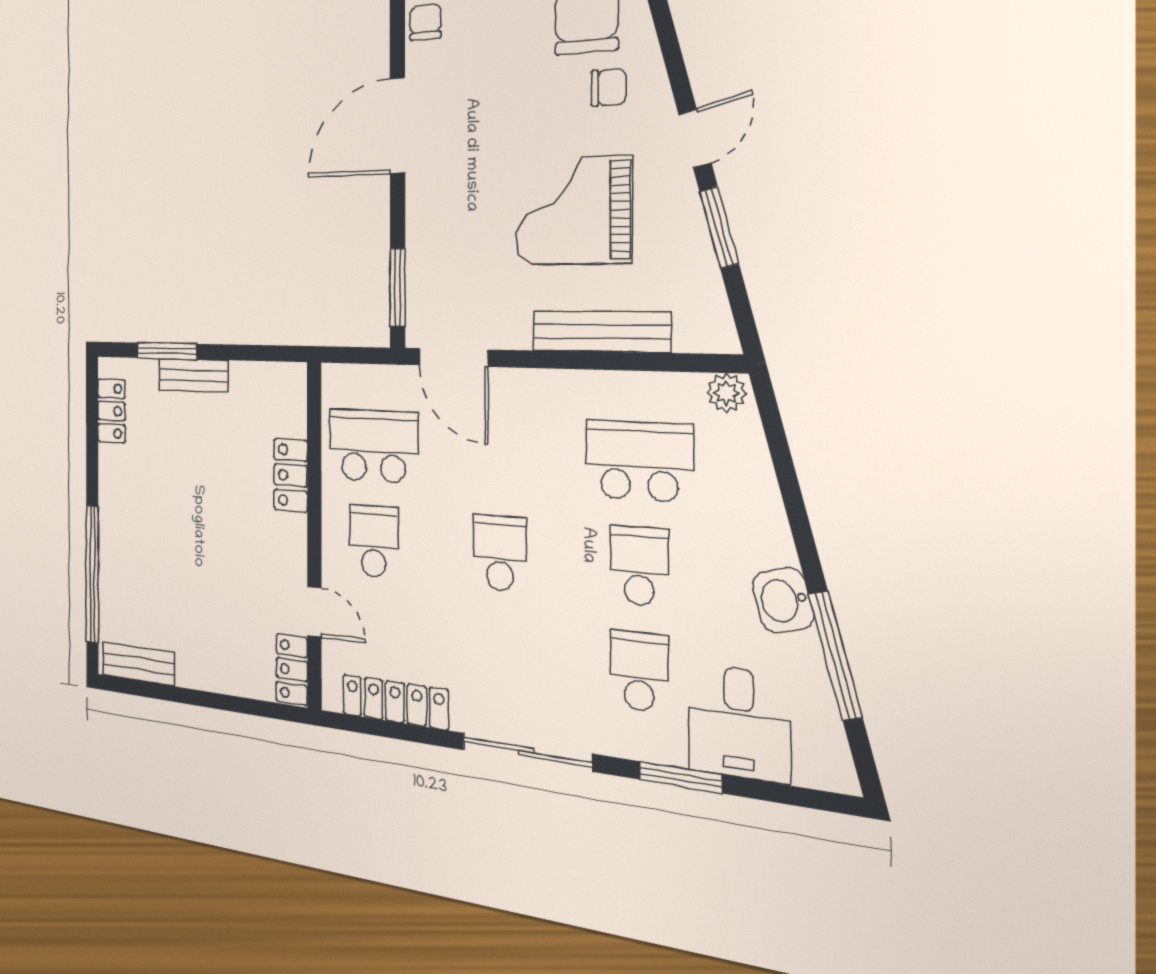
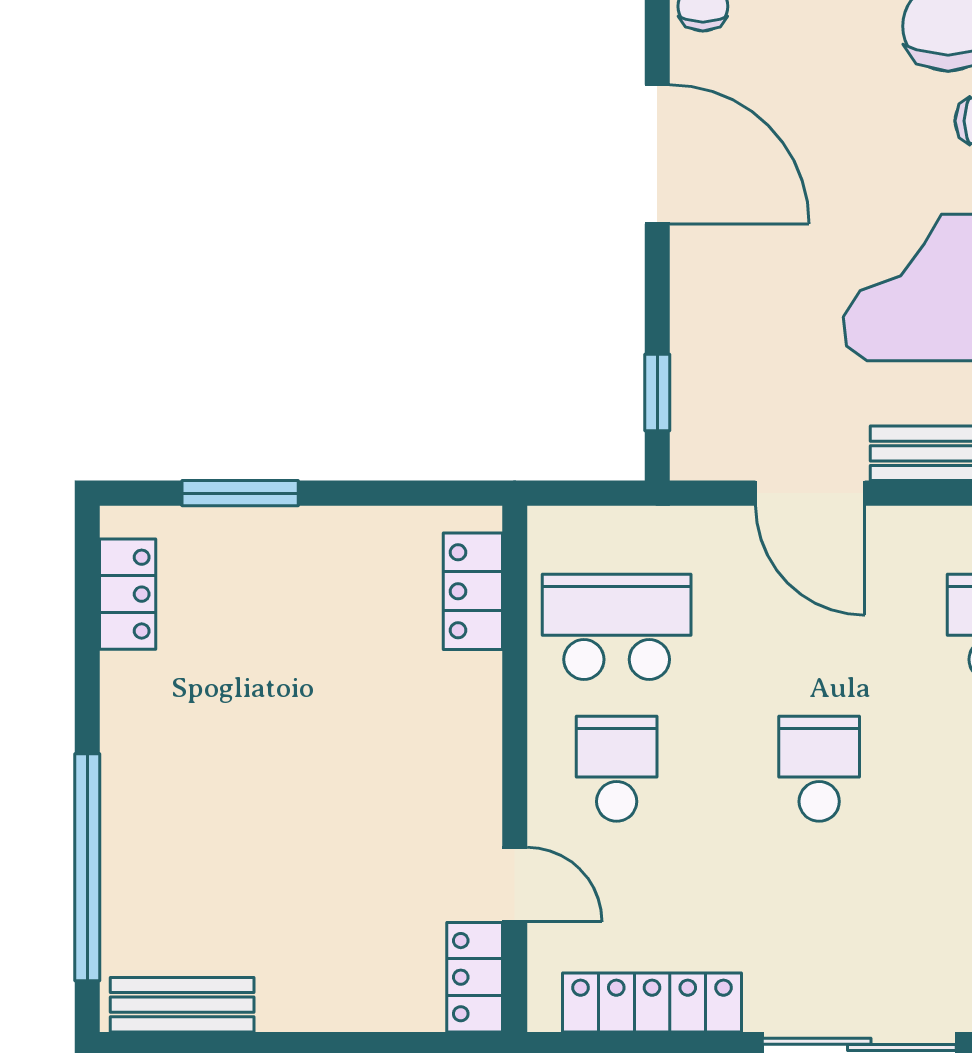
door: (397, 126) -> (657, 154), swing flipped
window: (398, 288) -> (657, 393), width x0.67
door: (453, 357) -> (810, 493), moved
bench: (193, 375) -> (292, 531), removed
locker: (291, 475) -> (473, 591), moved

